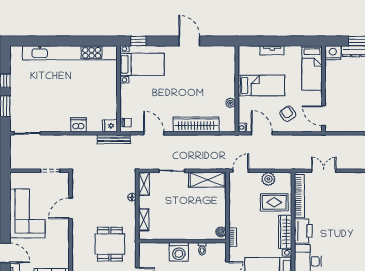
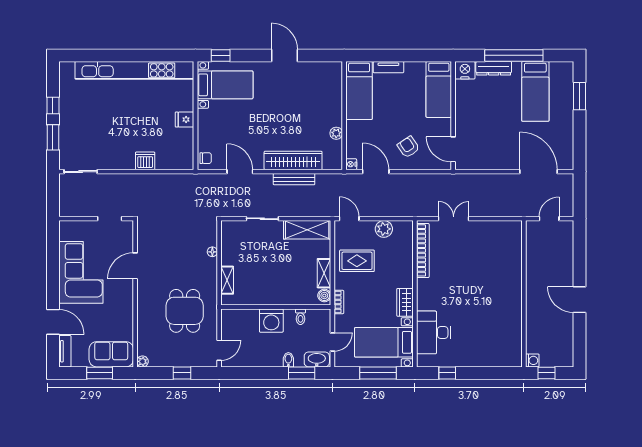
bed: (261, 85) -> (359, 90), moved, turned 90
fridge: (110, 126) -> (185, 120), moved
bench: (114, 139) -> (294, 179), moved
door: (241, 171) -> (349, 219), hinge flipped
shelving: (144, 184) -> (324, 273), moved
rug: (274, 202) -> (357, 261), moved
printer: (303, 231) -> (428, 294), removed
wardrobe: (285, 232) -> (405, 302), width x0.67

